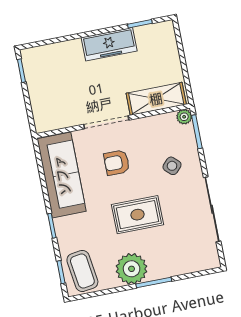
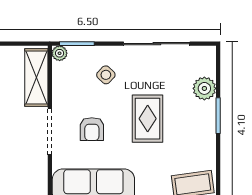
plant: (132, 269) -> (204, 88), moved, width x0.73, depth x0.73

